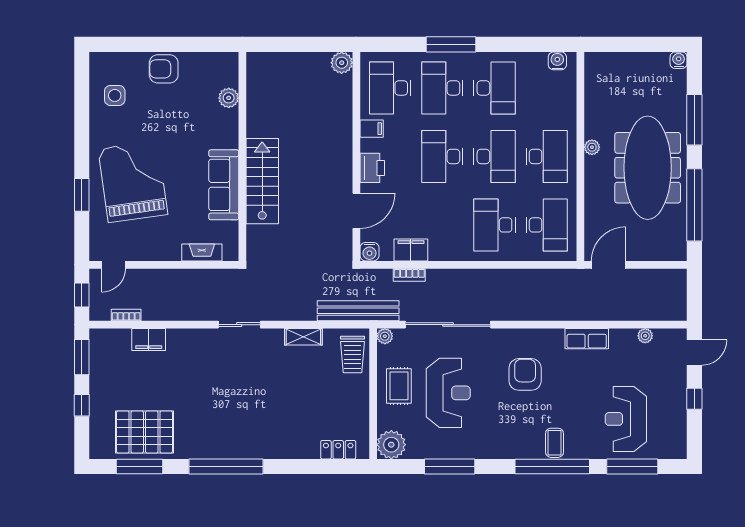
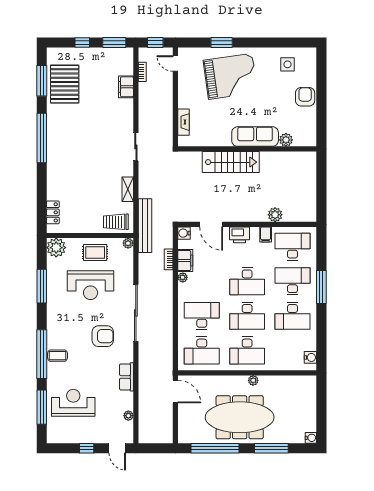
plant: (342, 63) -> (275, 215), moved
desk: (442, 156) -> (247, 281), turned 180
sofa: (224, 185) -> (255, 137), moved
plant: (437, 254) -> (183, 277), added
sliding door: (448, 325) -> (136, 313), moved

